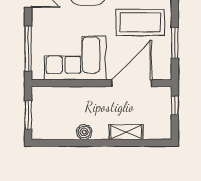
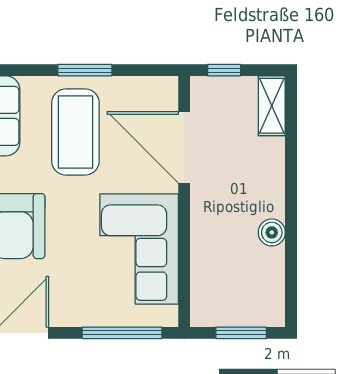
window: (175, 43) -> (85, 70), moved
shelving: (126, 132) -> (272, 106), moved

